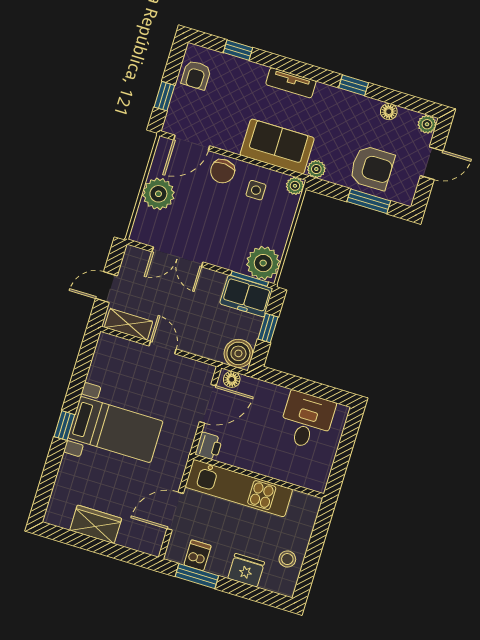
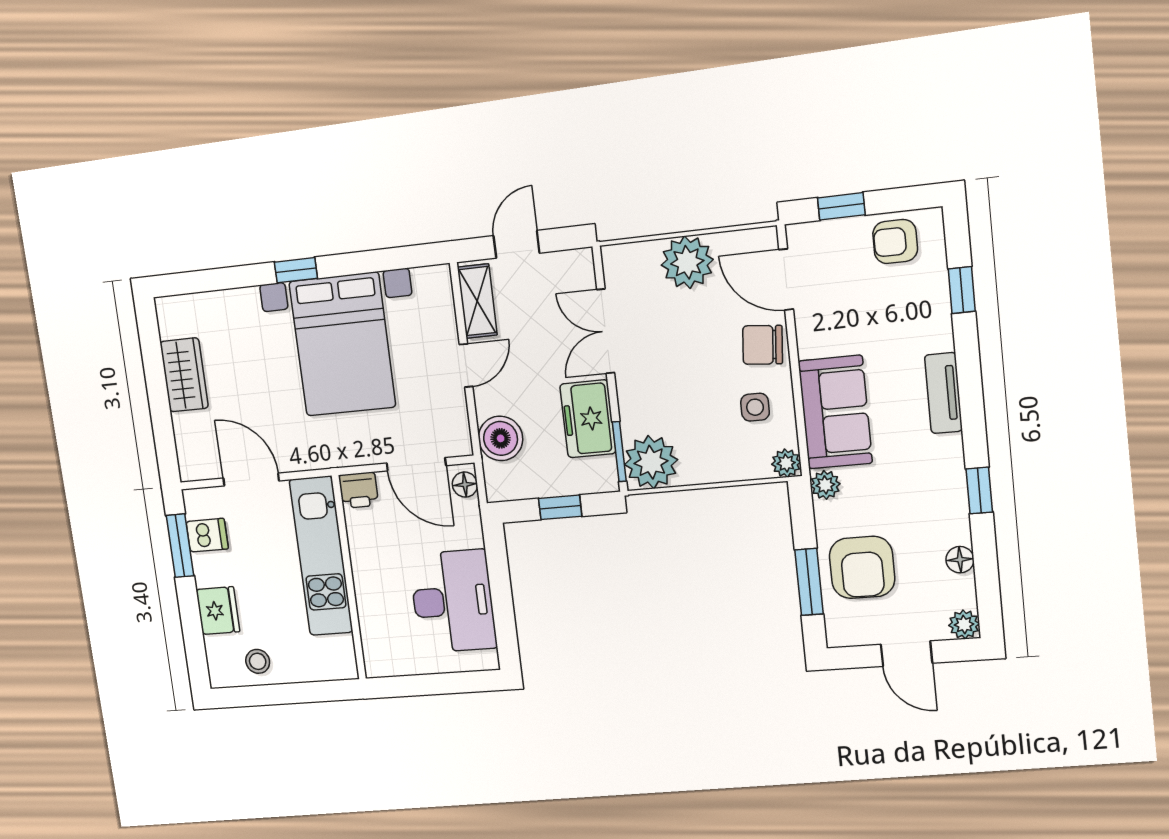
door: (106, 287) -> (516, 244), hinge flipped
freezer: (246, 296) -> (588, 419), moved
boiler: (238, 353) -> (501, 438), moved
desk: (307, 421) -> (453, 601), width x1.37
bed with nightstands: (115, 430) -> (342, 344), width x1.36

